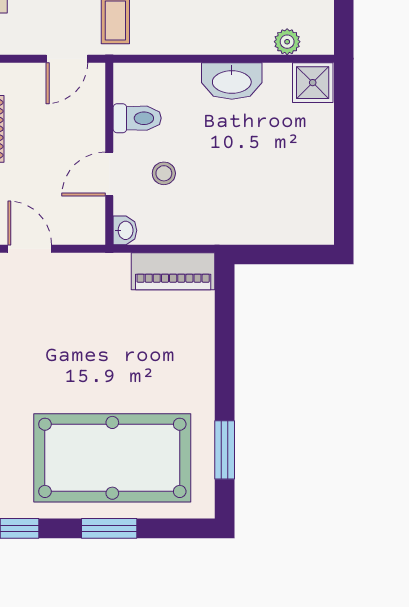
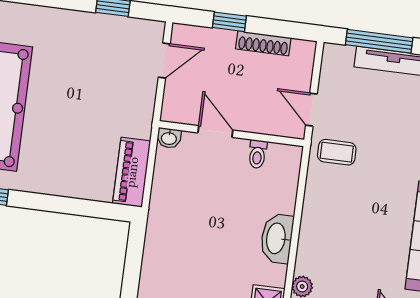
toilet: (137, 118) -> (257, 154), width x0.73, depth x0.72
stool: (164, 173) -> (210, 175), removed

